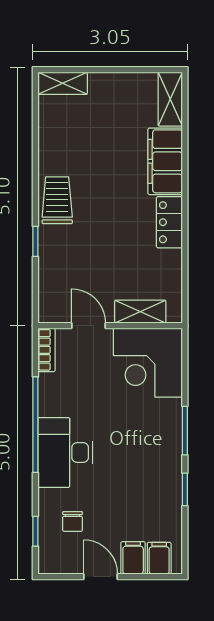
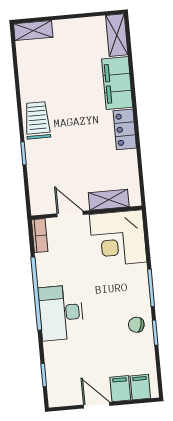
chair: (73, 521) -> (136, 325), moved, turned 104

